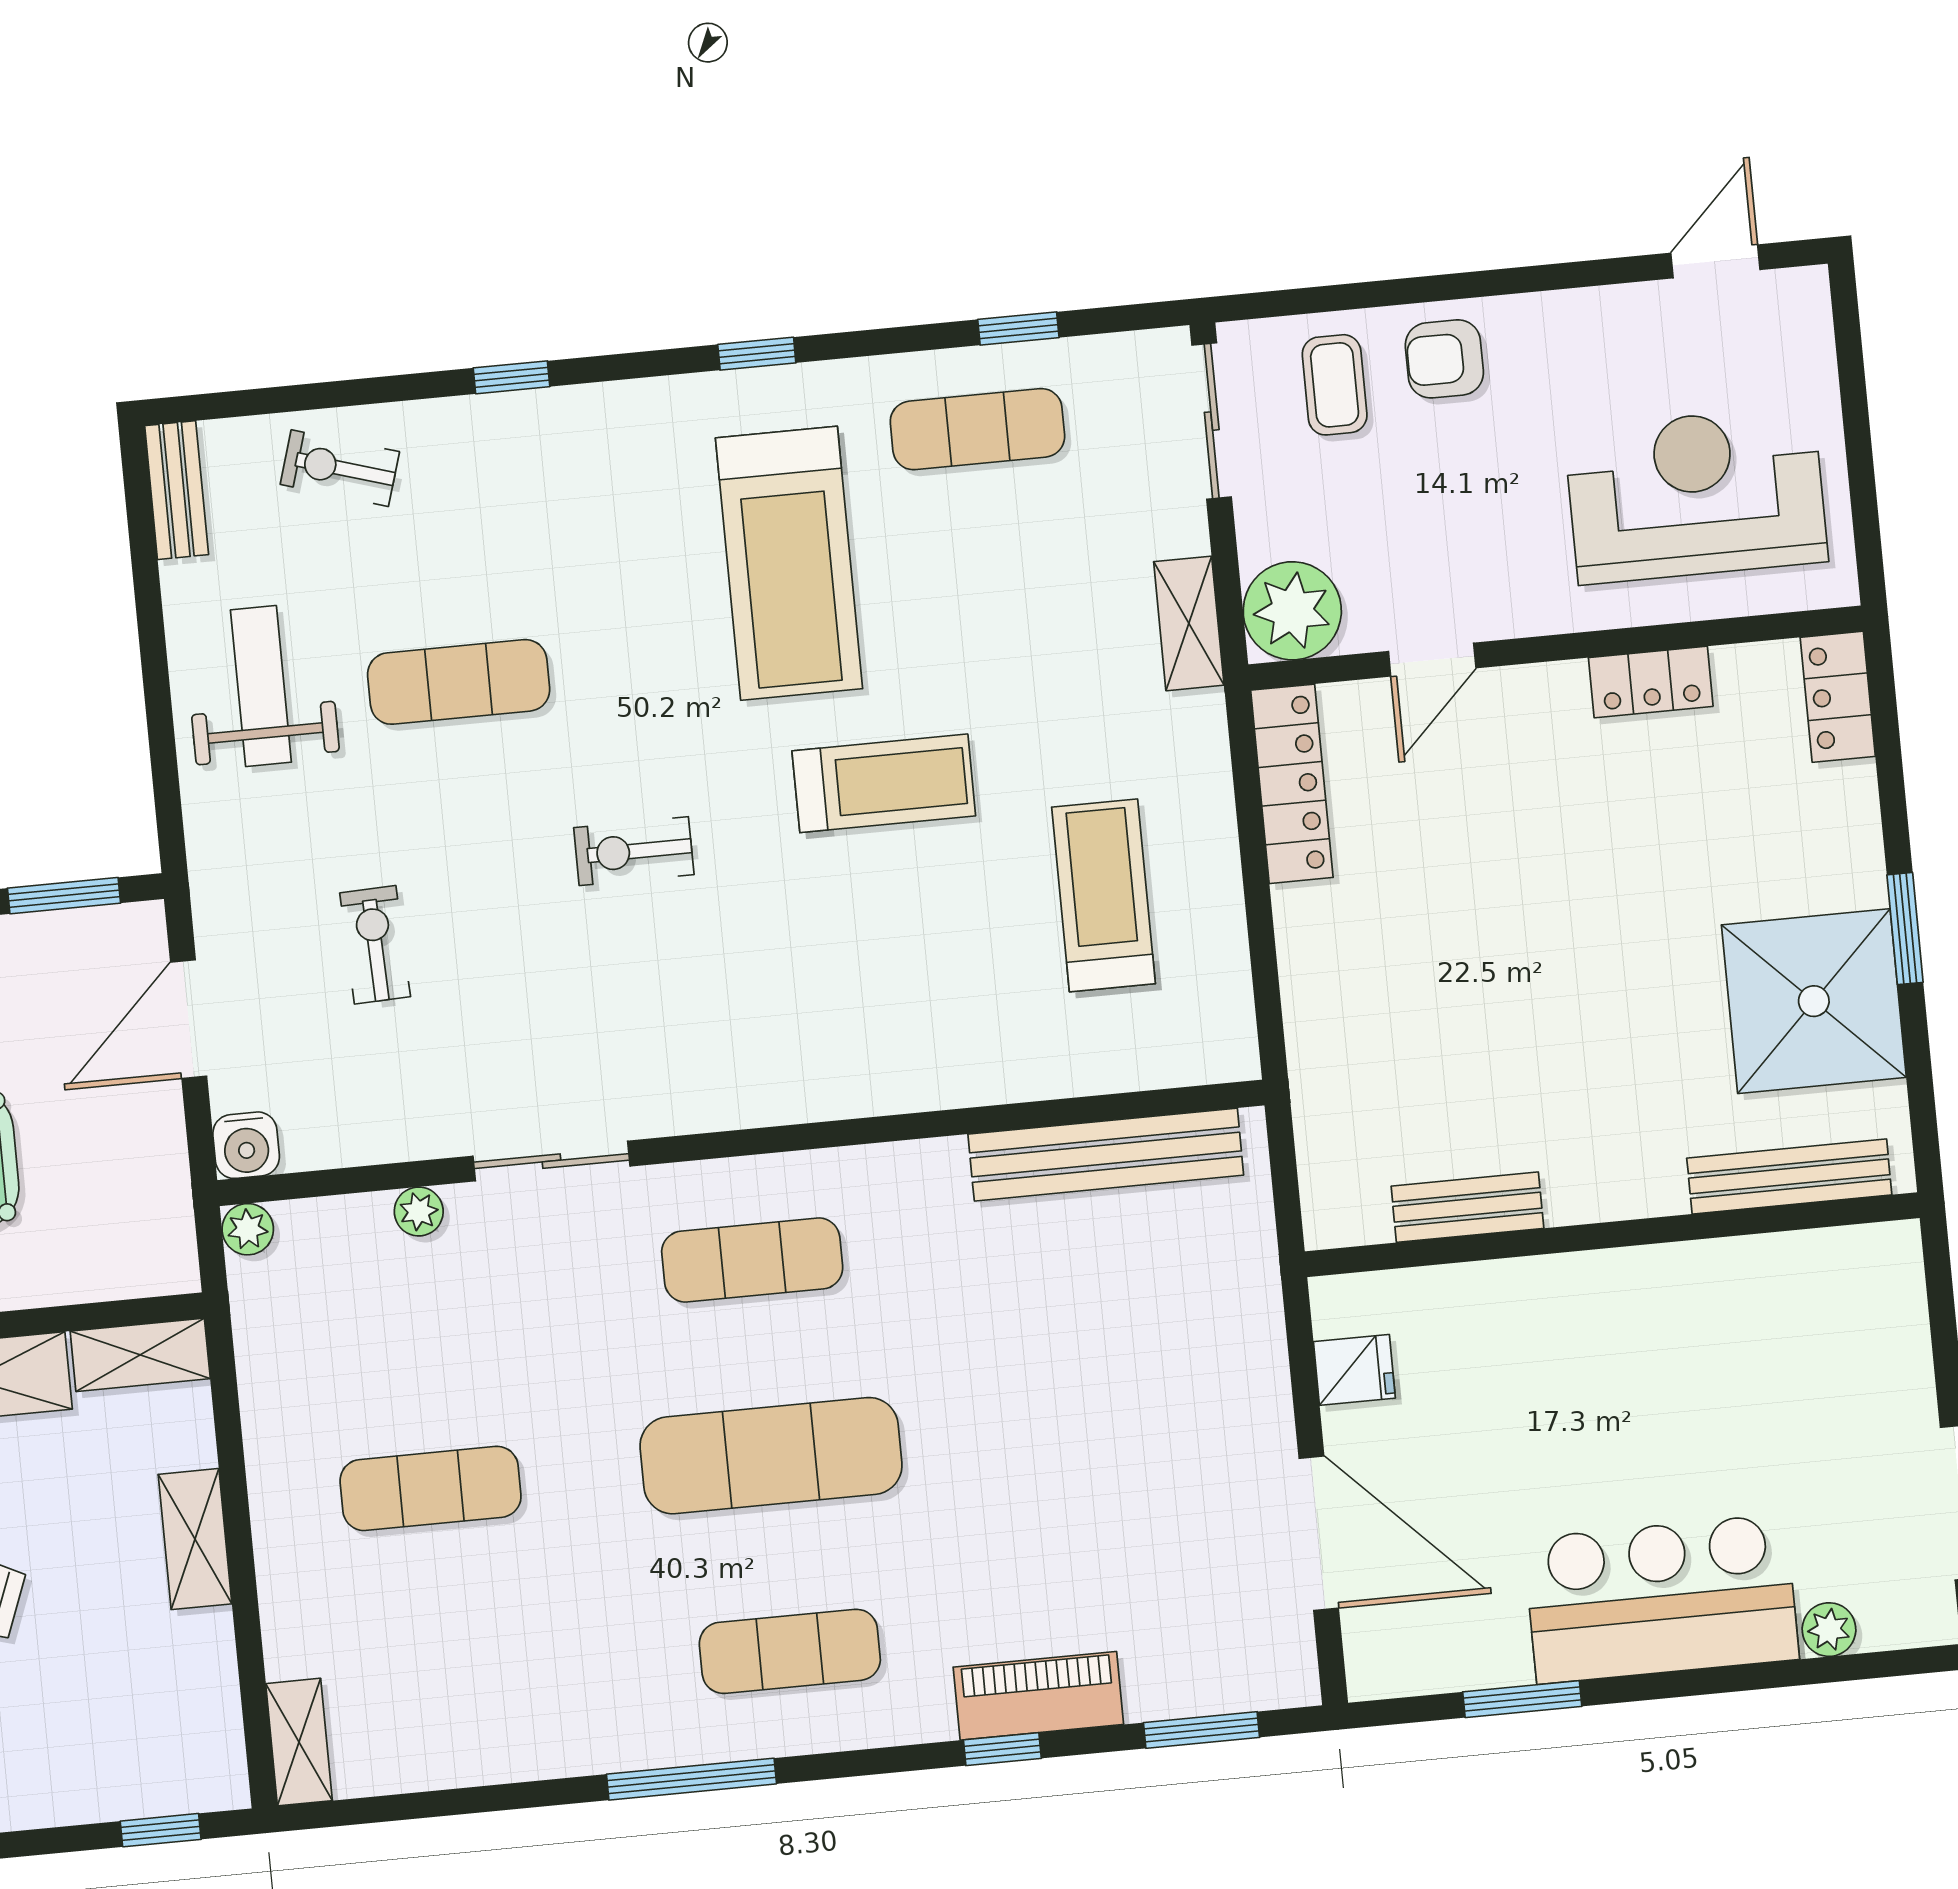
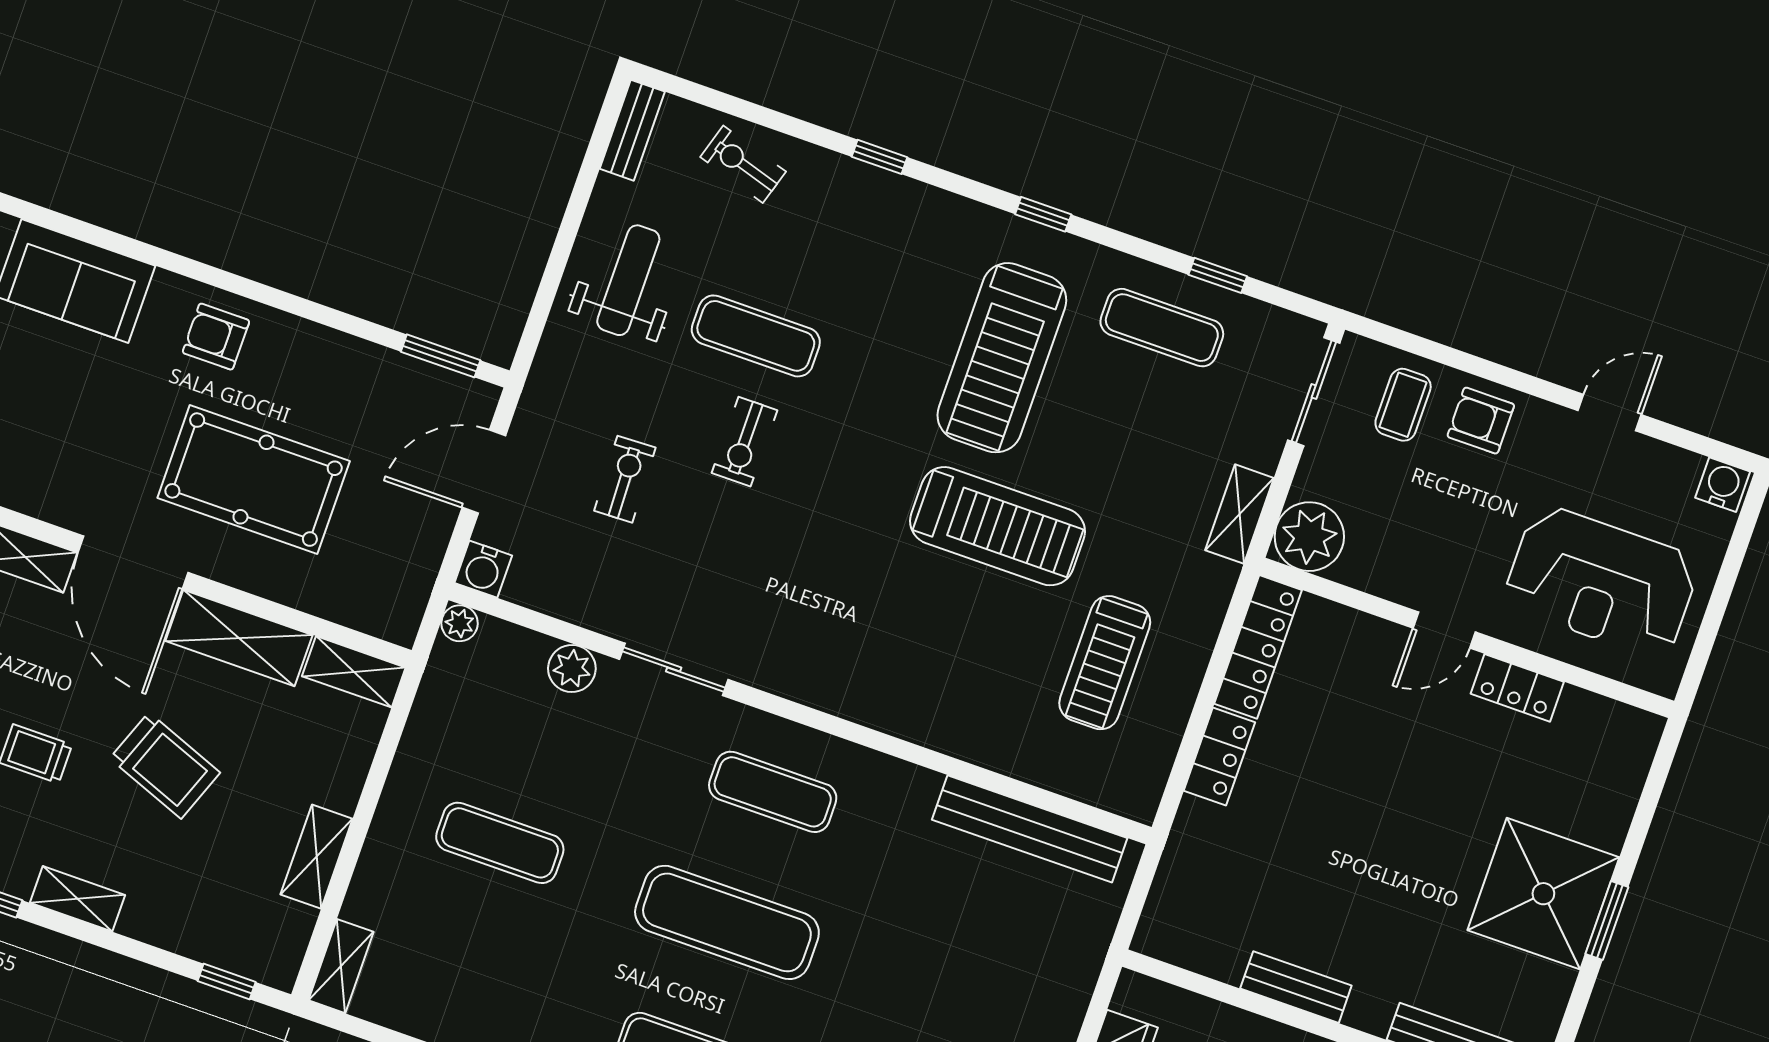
door: (1715, 261) -> (1610, 413), moved
water cooler: (1794, 298) -> (1723, 485), added
reception desk: (1696, 495) -> (1601, 582), turned 180
door: (1432, 660) -> (1444, 630), moved
locker: (1838, 697) -> (1219, 757), moved, turned 180
treadmill: (884, 783) -> (997, 526), width x1.37, depth x1.38
exercise bike: (634, 851) -> (744, 442), moved, turned -90
treadmill: (1104, 895) -> (1105, 663), turned 180
shower: (1814, 1001) -> (1543, 894), moved
bench: (1467, 1207) -> (1296, 987), moved
plant: (419, 1211) -> (572, 669), width x1.38, depth x1.38
shelving: (195, 1539) -> (317, 857), moved

